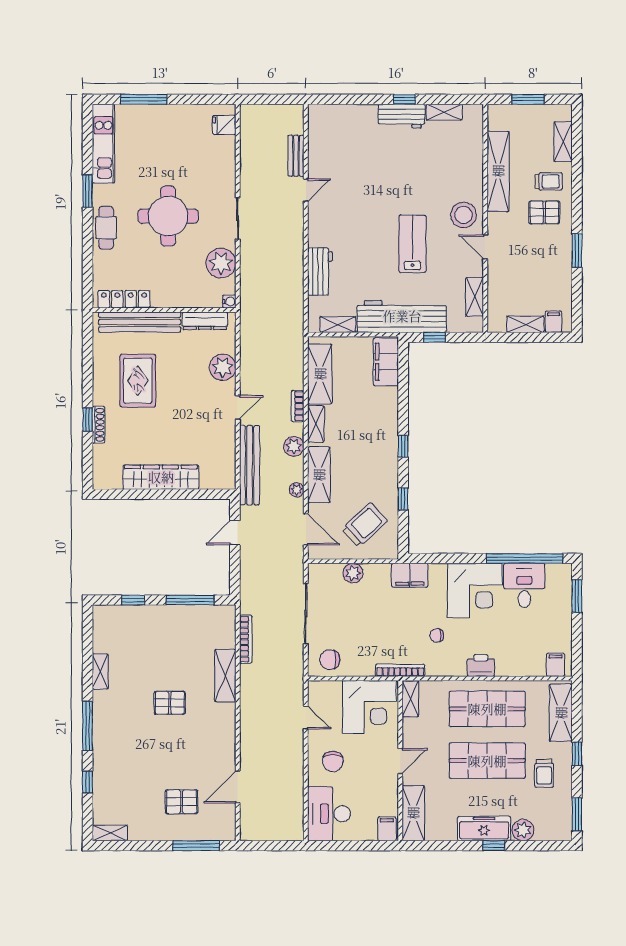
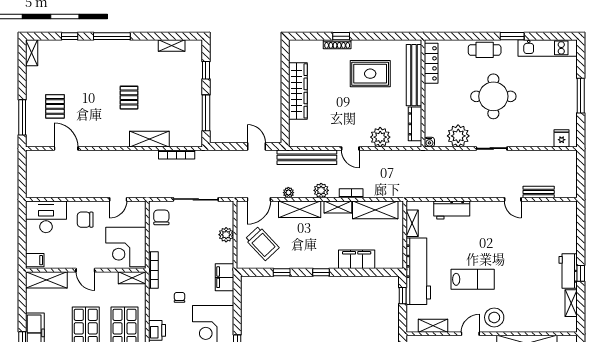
window: (144, 99) -> (581, 96), moved
filing cabinet: (386, 362) -> (357, 259), moved
shelving: (100, 672) -> (172, 46), moved

